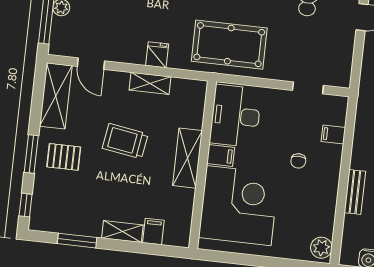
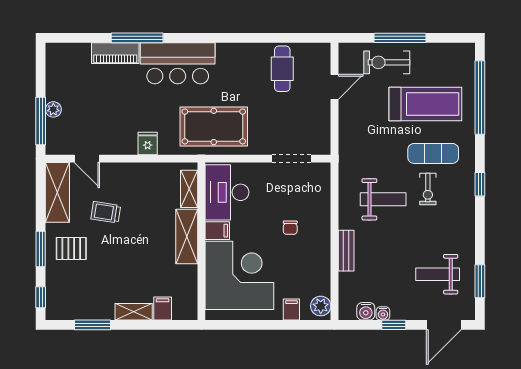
shelving: (150, 83) -> (189, 189), moved, turned 90
doorway: (308, 88) -> (292, 159), width x1.38
filing cabinet: (333, 134) -> (291, 310), moved, turned 90
trolley: (125, 141) -> (106, 212), moved, width x0.73, depth x0.72

